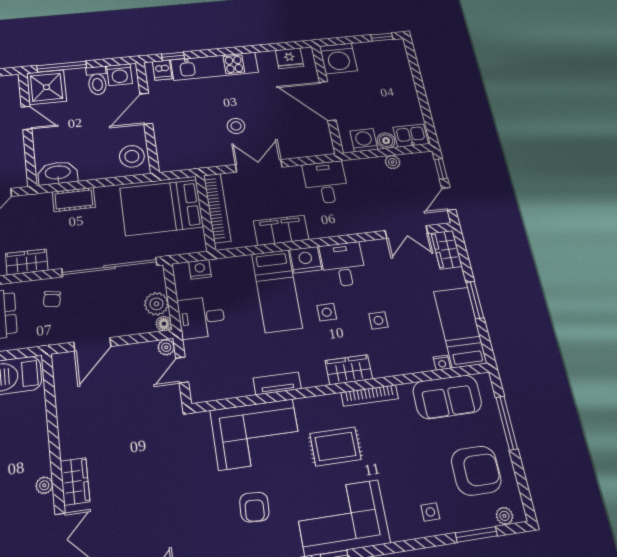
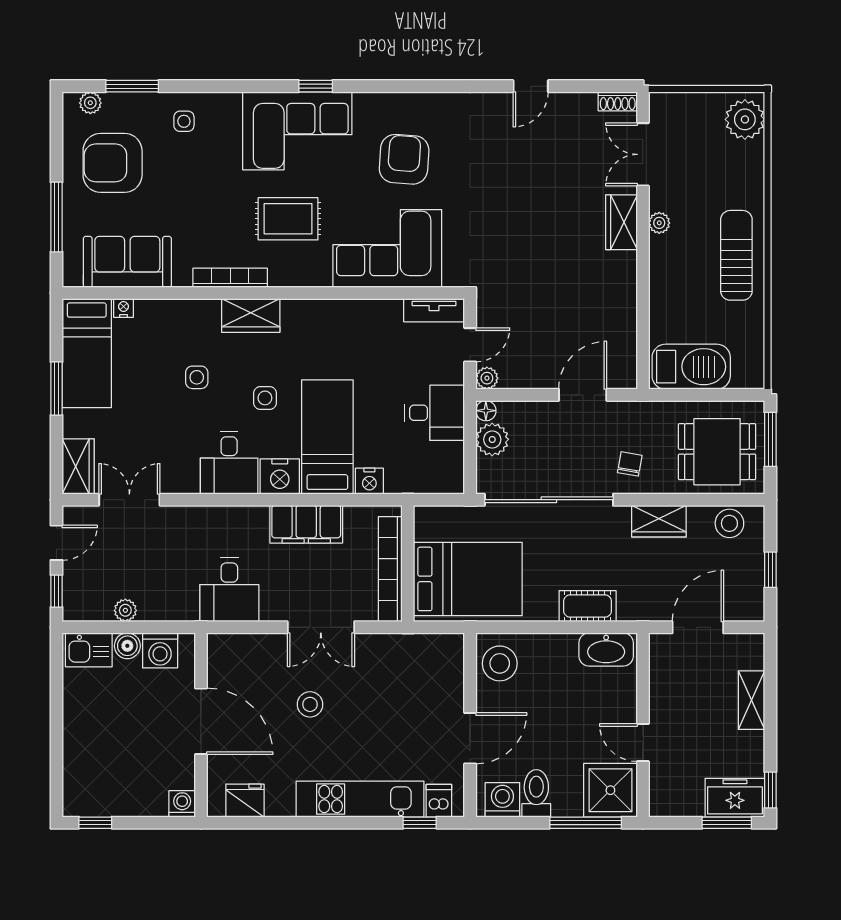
washing machine: (338, 58) -> (182, 804), width x0.53, depth x0.53
stool: (236, 126) -> (310, 704), moved
nightstand: (200, 269) -> (369, 481), moved
tv unit: (277, 383) -> (434, 310), moved
armchair: (254, 507) -> (404, 159), width x1.38, depth x1.38

